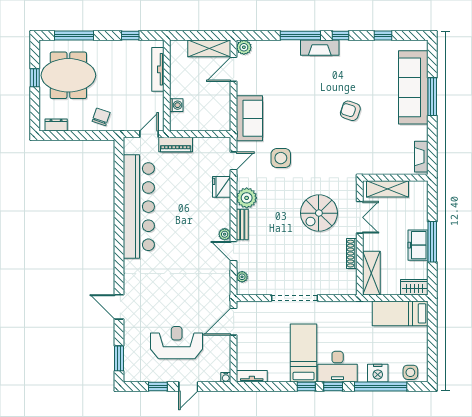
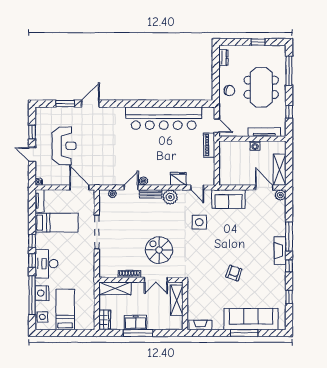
meeting table: (68, 75) -> (261, 87), moved
washing machine: (176, 105) -> (255, 146), moved
bed: (400, 313) -> (65, 309), moved
bed: (304, 353) -> (57, 223), moved
window: (119, 358) -> (65, 104), moved

